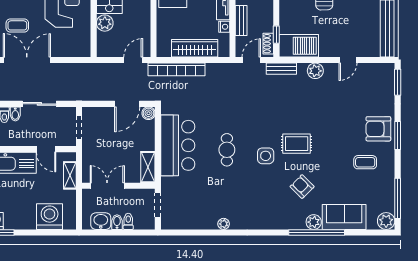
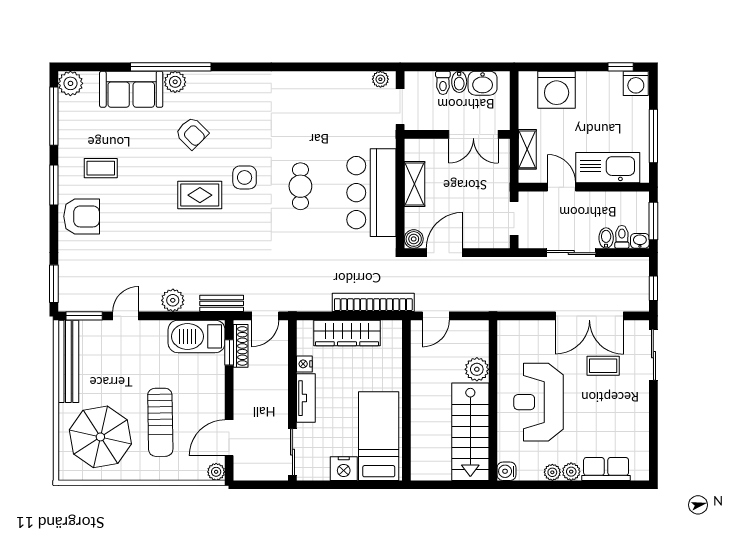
bench: (241, 20) -> (280, 373), removed
shoe rack: (268, 44) -> (241, 346), width x1.43
window: (377, 60) -> (84, 316), added
window: (398, 136) -> (54, 185), moved
shelving: (148, 167) -> (414, 184), moved
plant: (224, 224) -> (380, 79), moved

